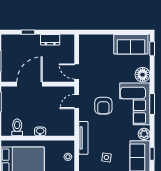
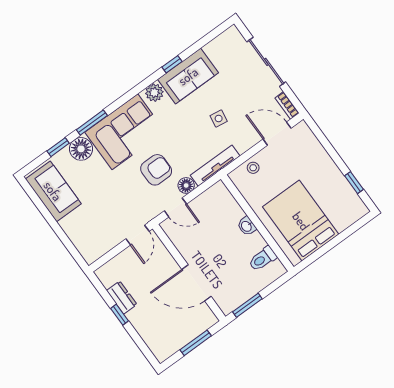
window: (28, 32) -> (120, 315), moved
window: (152, 49) -> (58, 147), moved
window: (152, 104) -> (92, 123), moved
floor lamp: (84, 115) -> (186, 185), added

